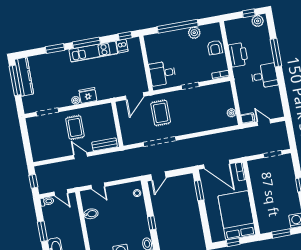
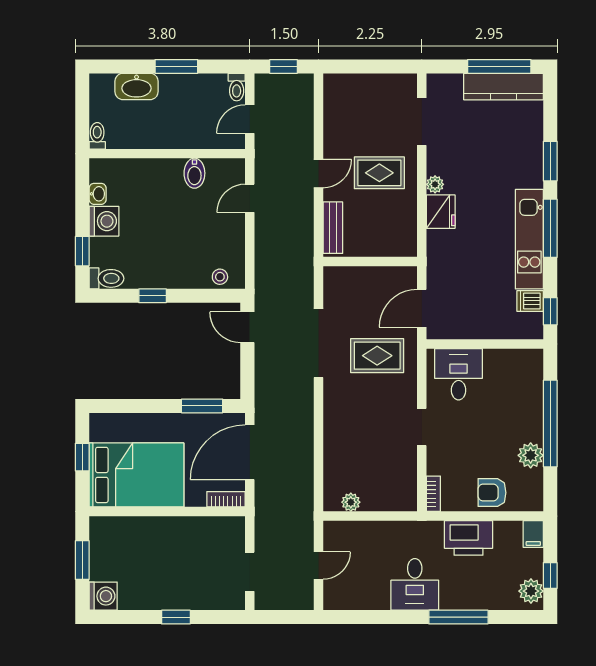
door: (135, 96) -> (422, 308), hinge flipped
filing cabinet: (248, 118) -> (533, 534), moved

